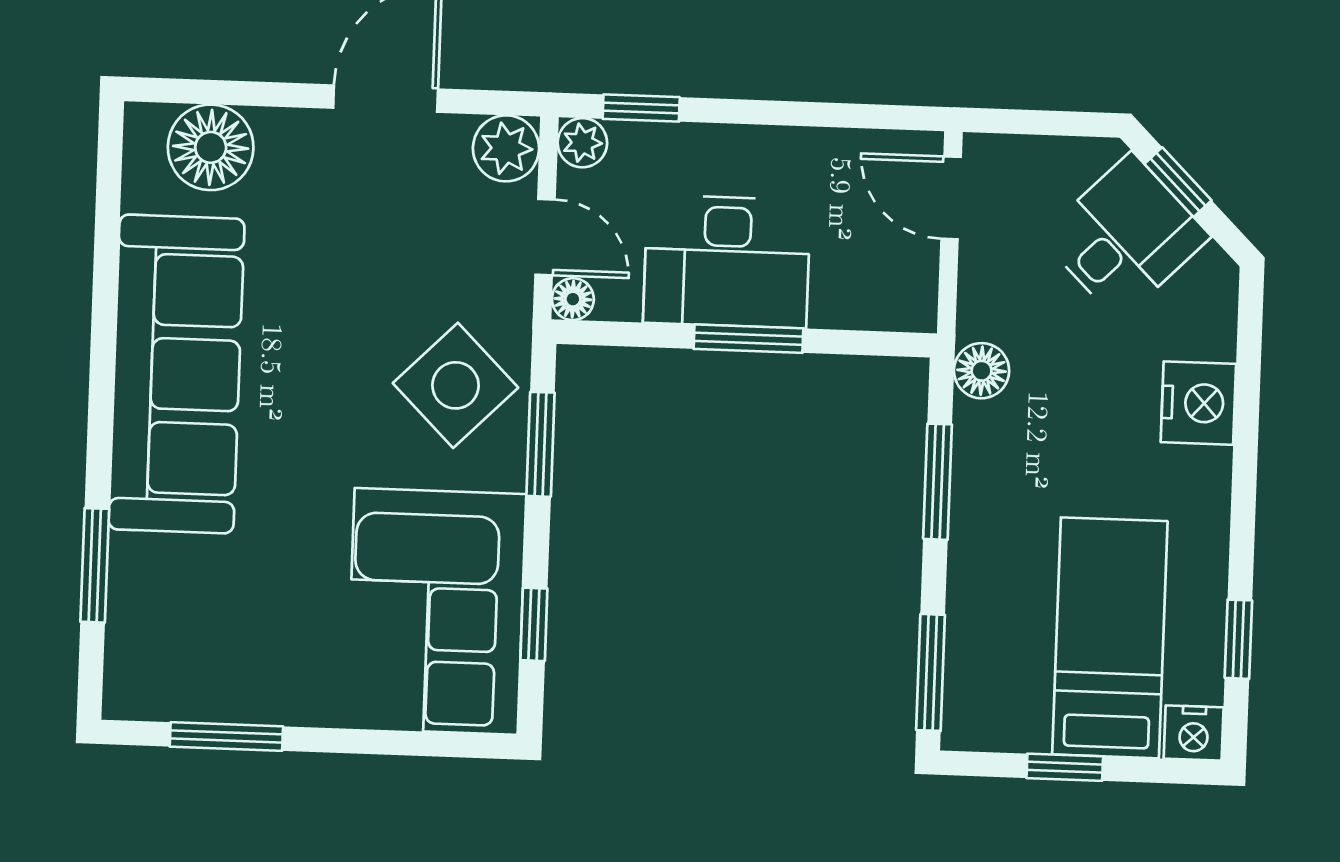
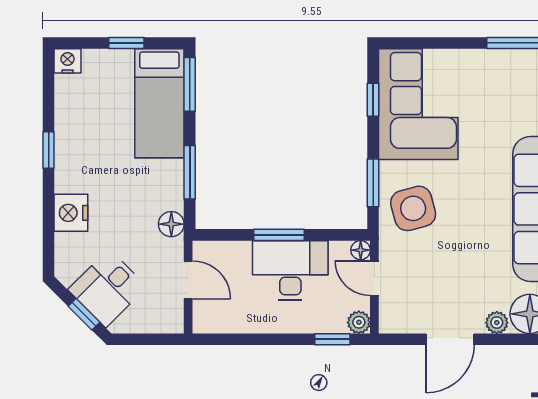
plant: (506, 148) -> (497, 323), moved, width x0.73, depth x0.73
door: (951, 198) -> (188, 280), moved
side table: (456, 385) -> (413, 208), turned 30
bed: (1110, 638) -> (159, 103), moved
window: (1238, 639) -> (49, 150), moved

